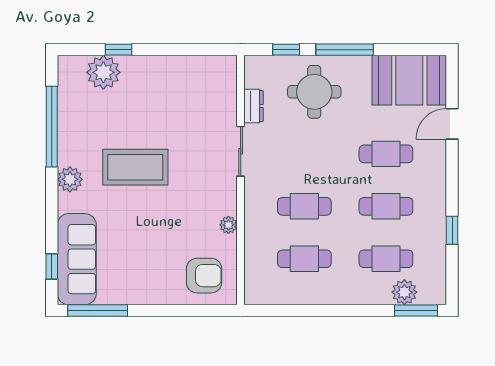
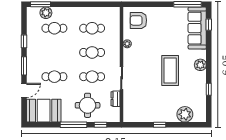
window: (118, 50) -> (160, 125), moved
window: (52, 127) -> (209, 89), width x0.32
coffee table: (135, 167) -> (170, 70), turned 90
window: (452, 177) -> (24, 66), added
cafe table: (386, 206) -> (92, 77), moved

